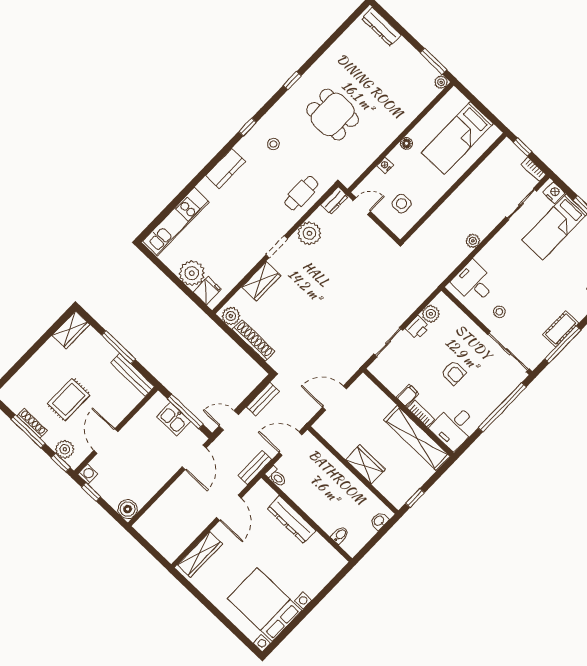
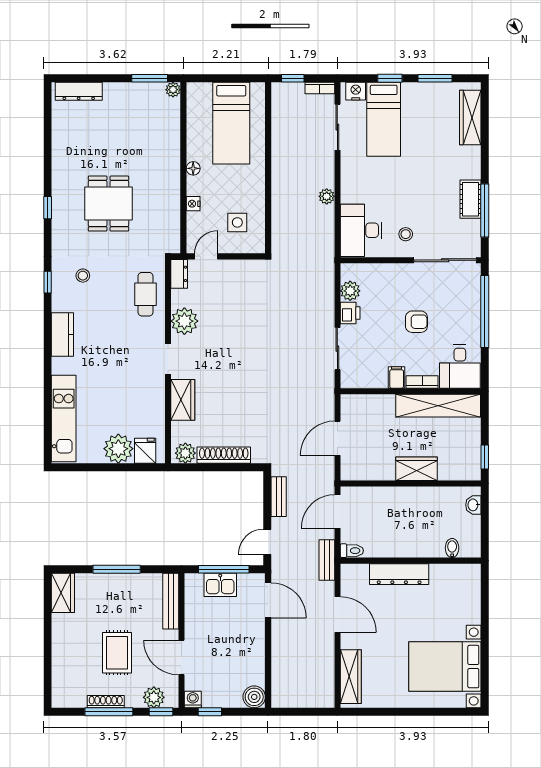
dining table: (333, 115) -> (108, 204), turned 90
desk: (474, 283) -> (361, 230), width x1.37
bench: (133, 375) -> (171, 601), moved, turned 90

